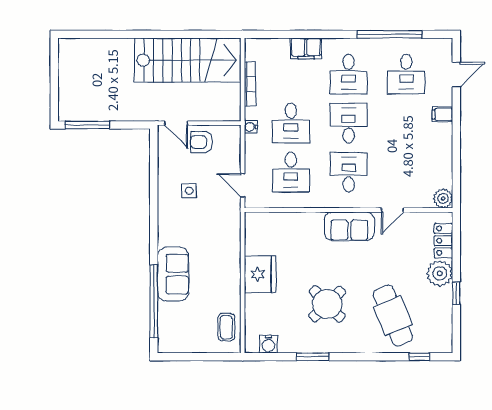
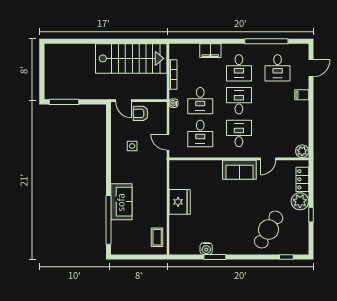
round table: (327, 304) -> (225, 222), removed
cafe table: (393, 316) -> (269, 230), turned 53
water cooler: (268, 344) -> (206, 249), moved

